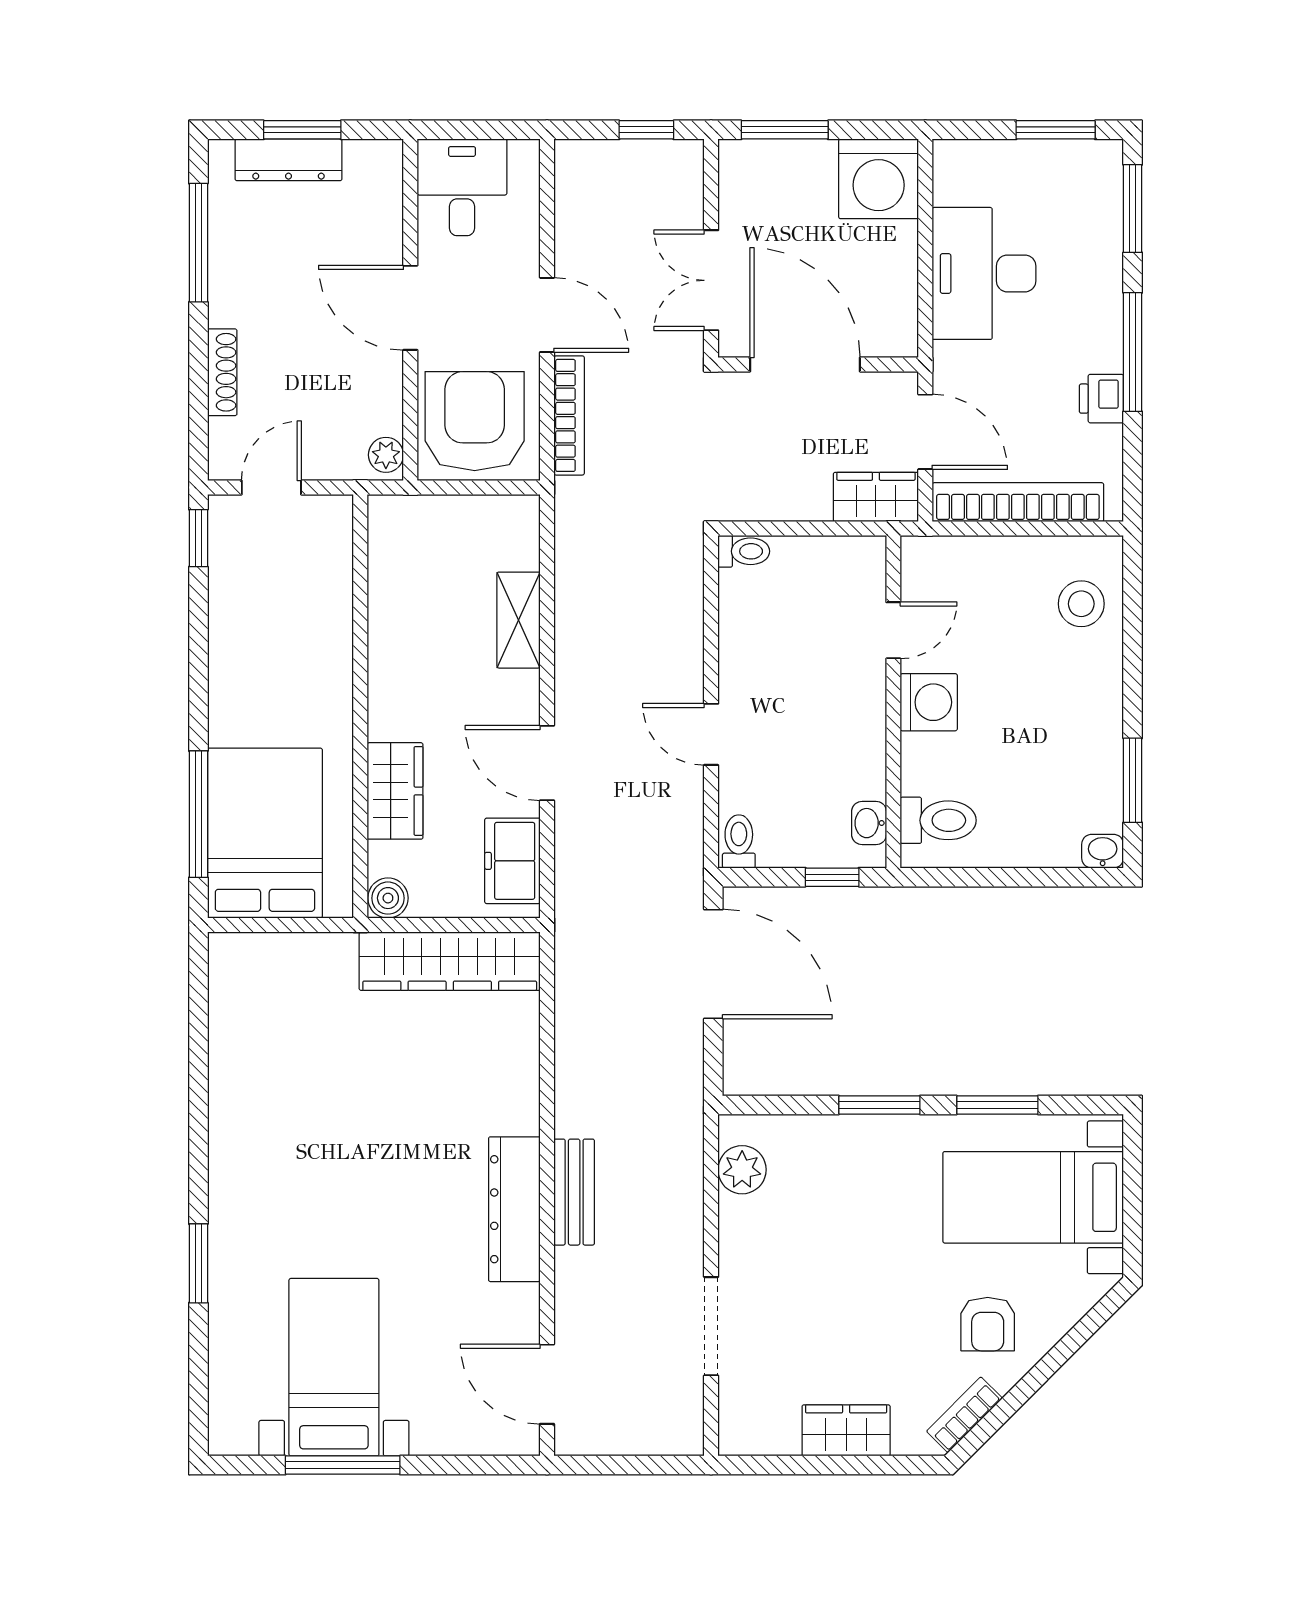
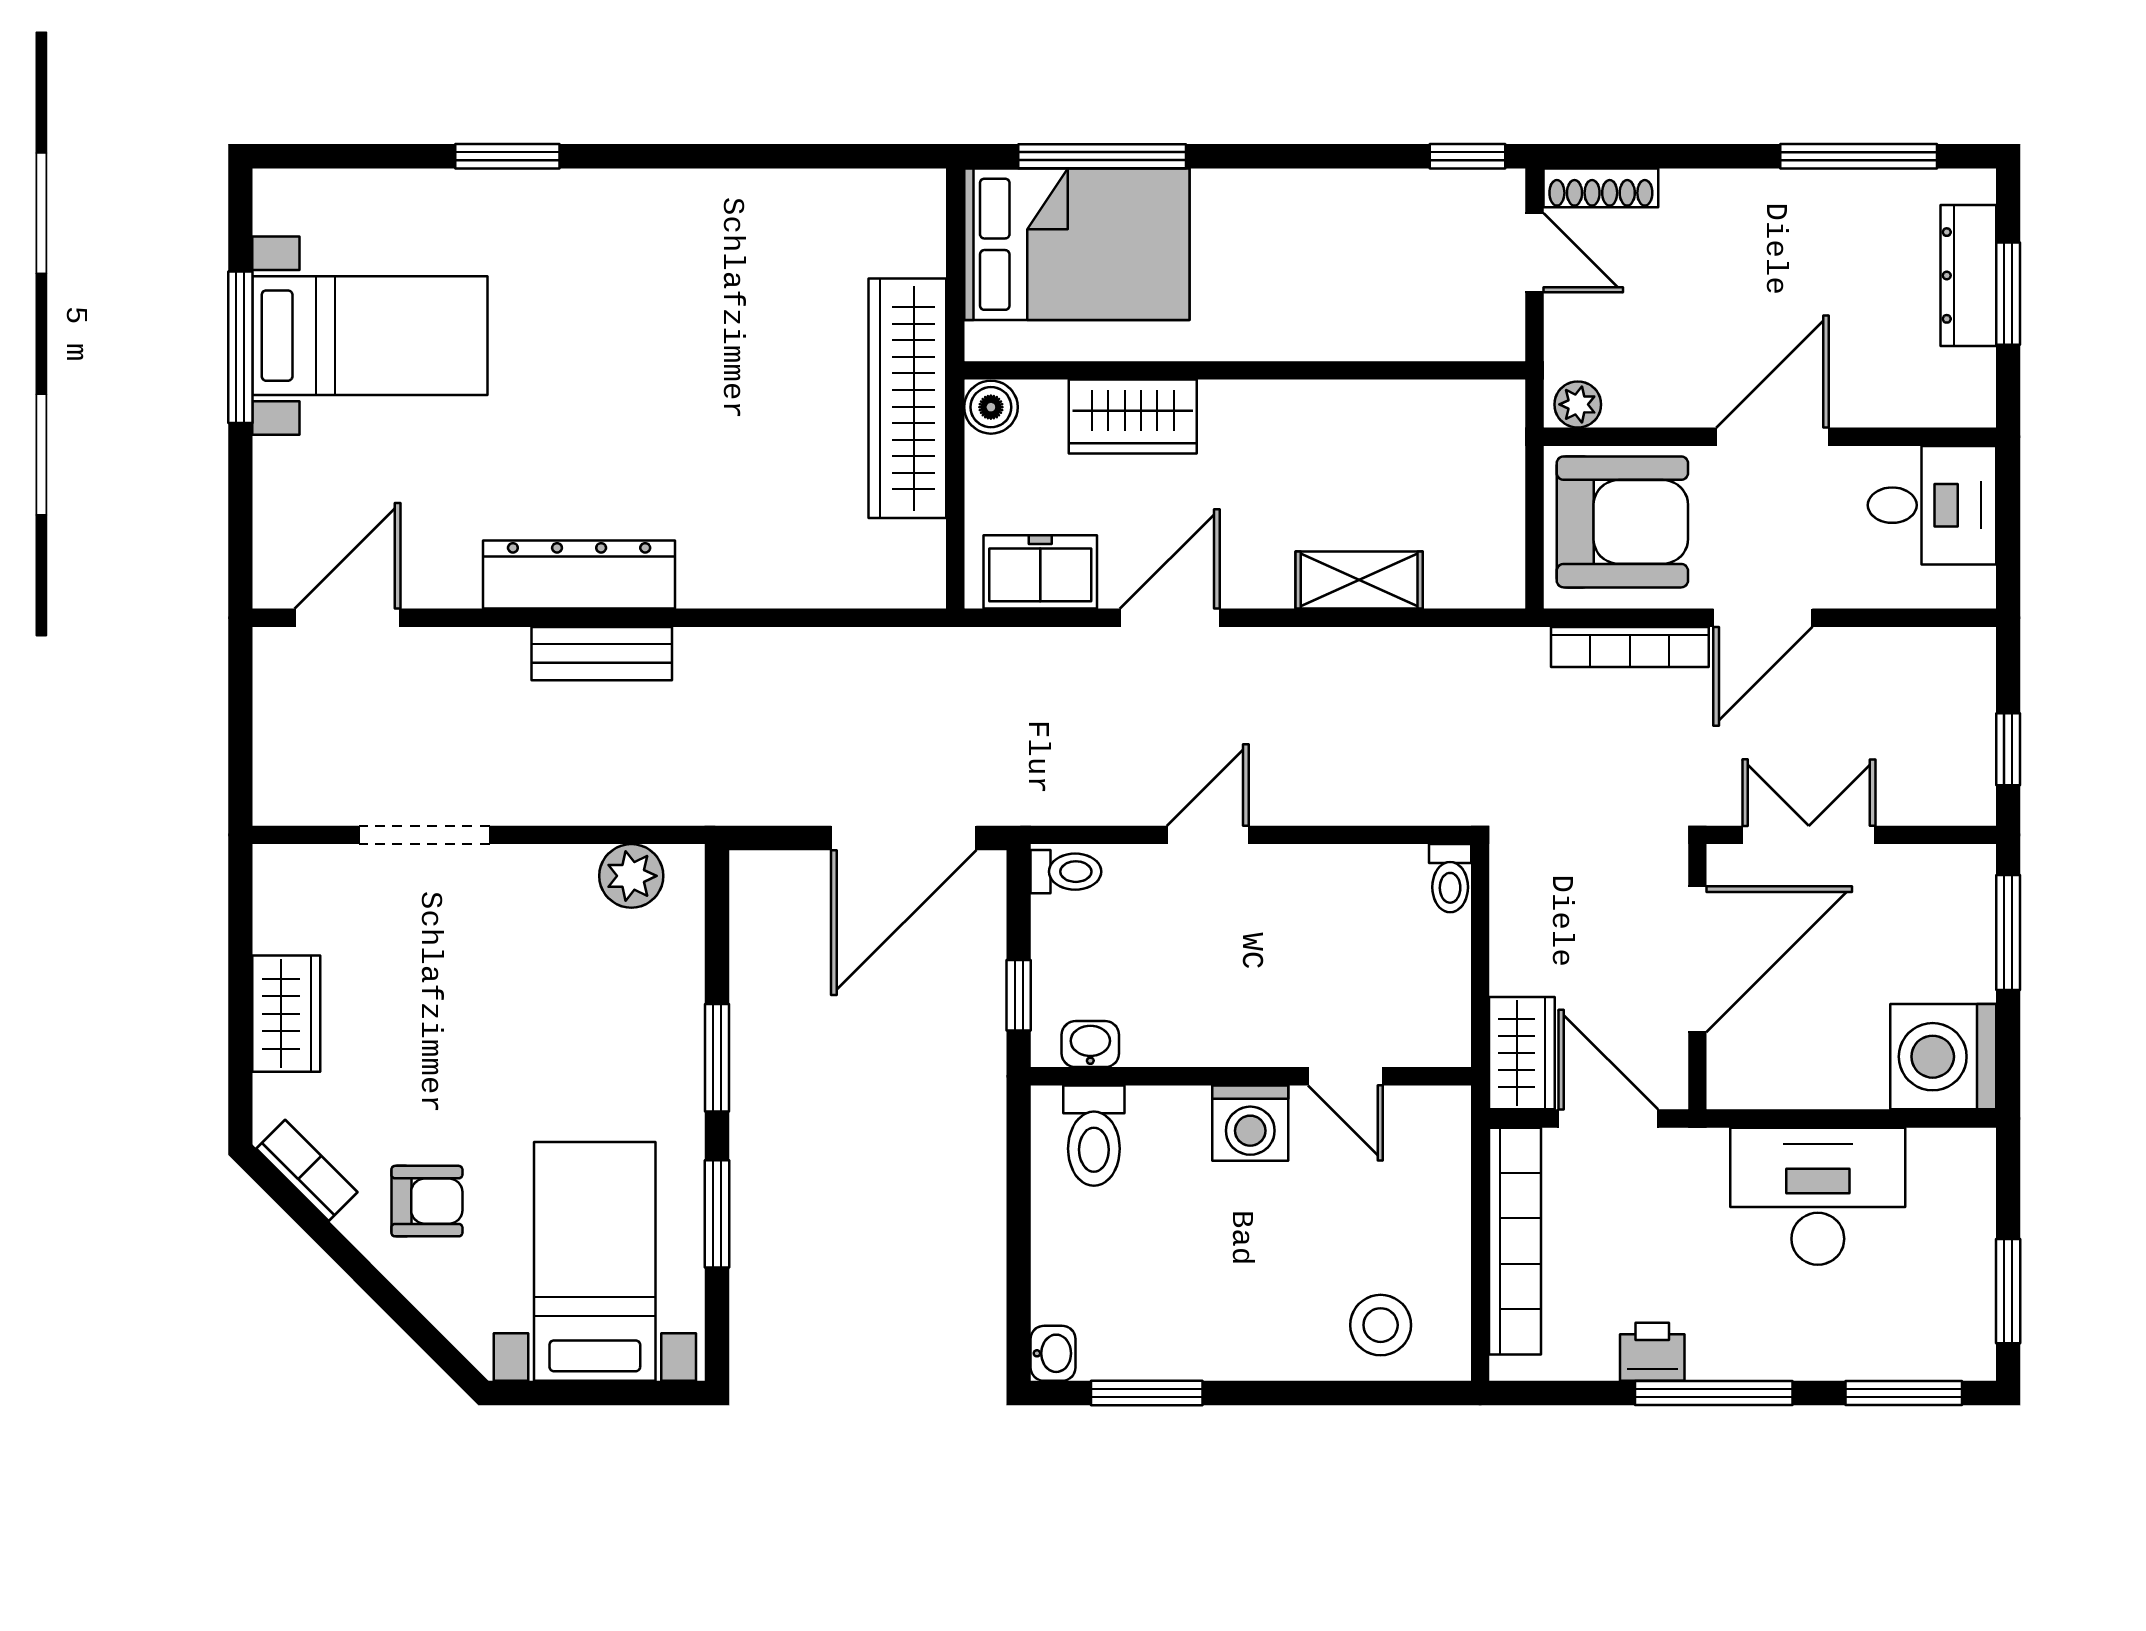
shoe rack: (222, 372) -> (1601, 188), moved
door: (925, 432) -> (1608, 1118), swing flipped
wardrobe: (450, 961) -> (907, 398), moved
armchair: (988, 1324) -> (427, 1201), turned 180

